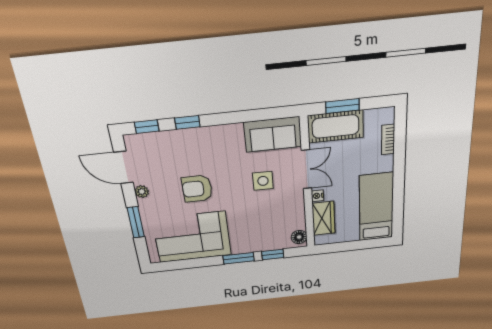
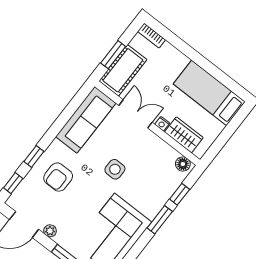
sofa: (273, 134) -> (86, 120), width x1.36
bookcase: (388, 140) -> (152, 36), moved
side table: (263, 181) -> (115, 169), moved
armchair: (197, 189) -> (58, 177), moved

